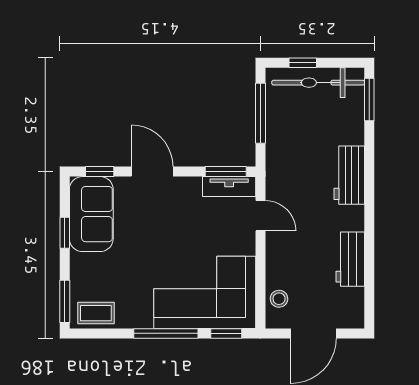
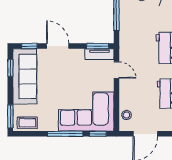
sofa: (91, 214) -> (25, 76), width x1.36
window: (65, 233) -> (10, 68), moved

